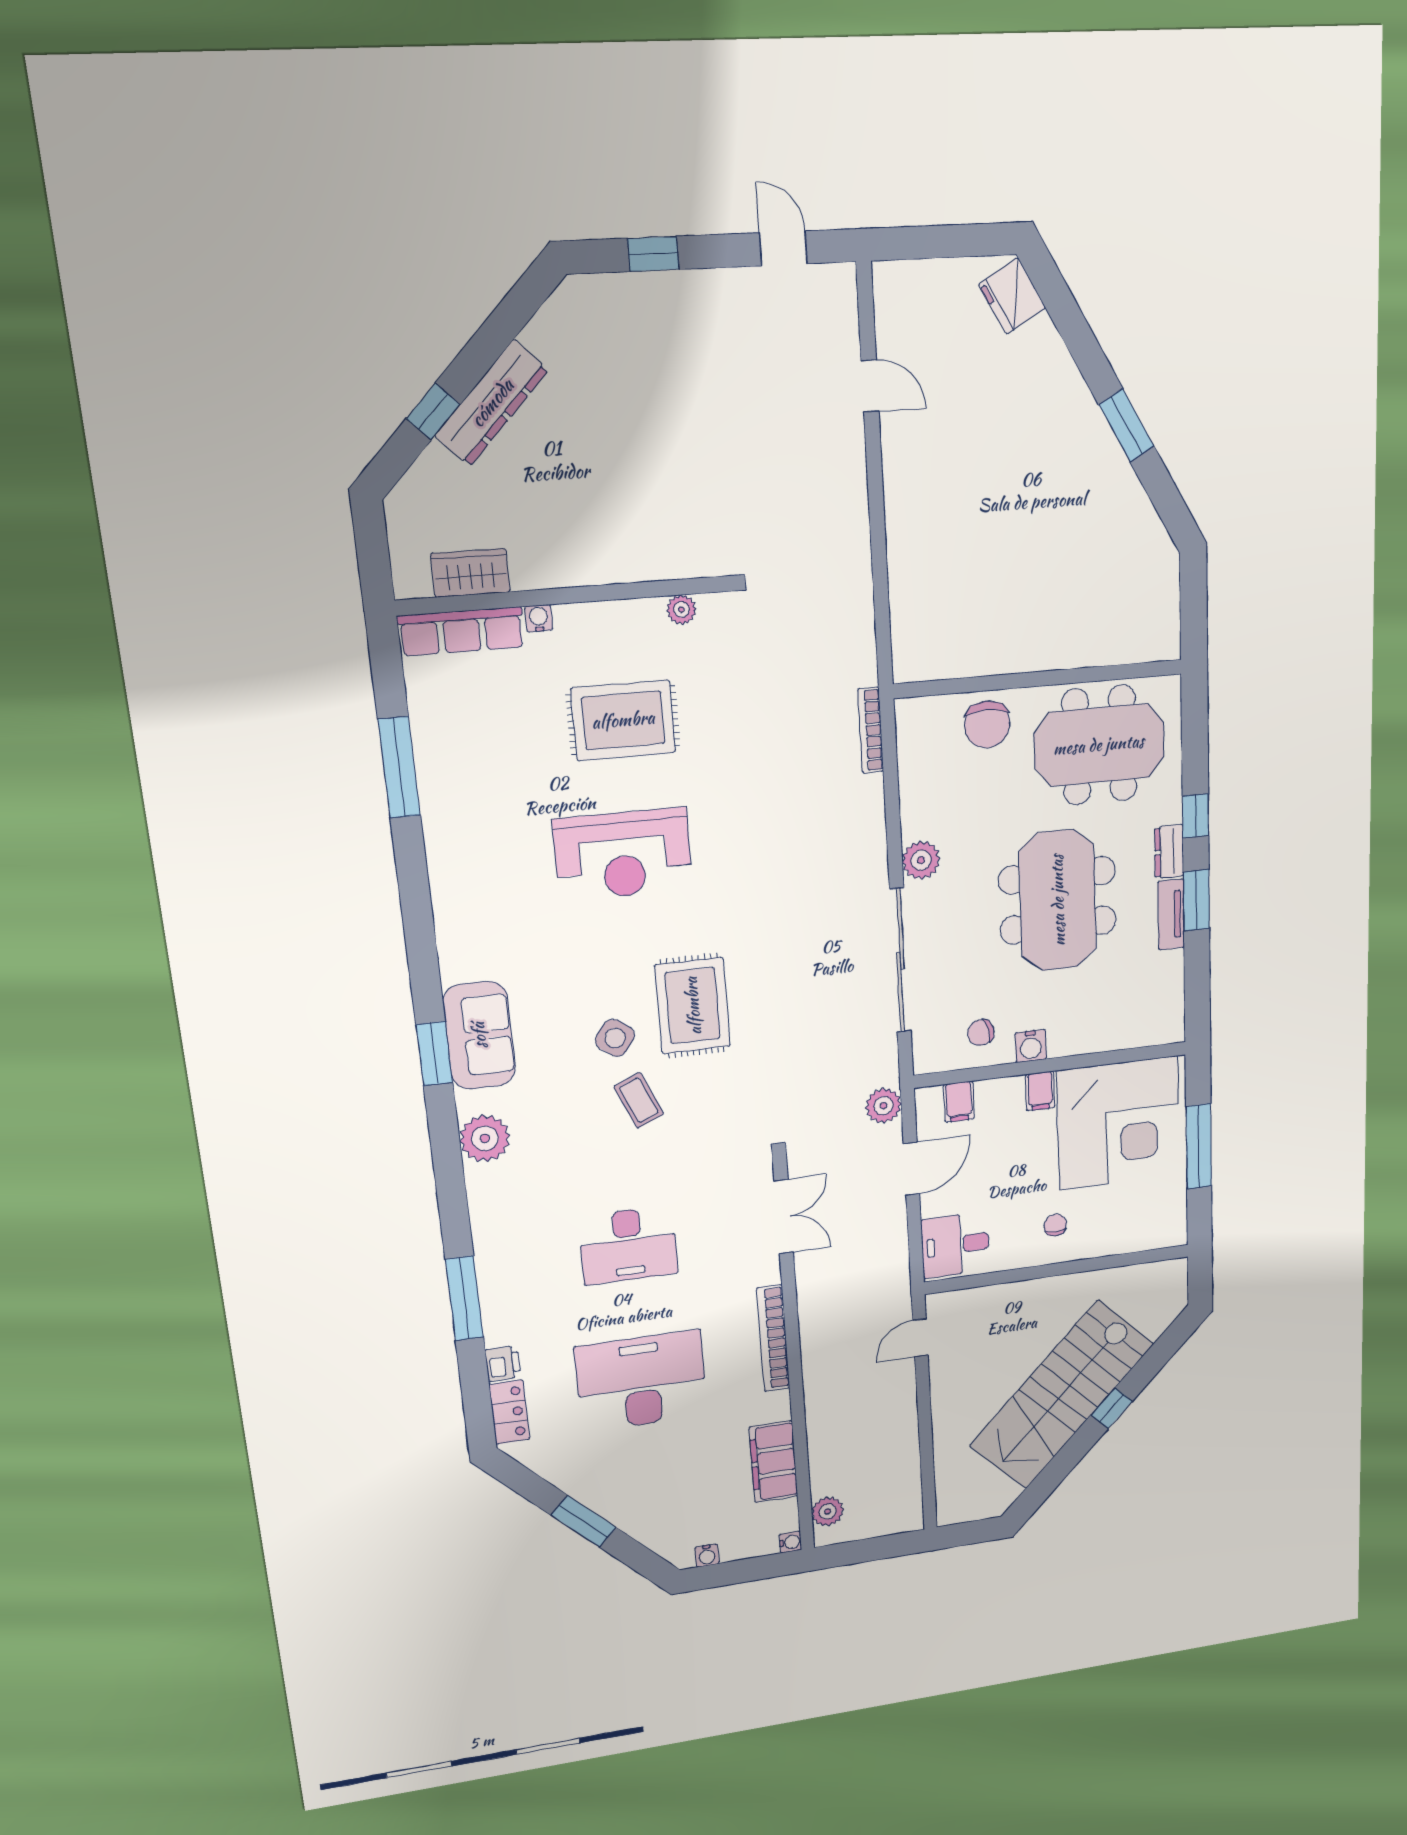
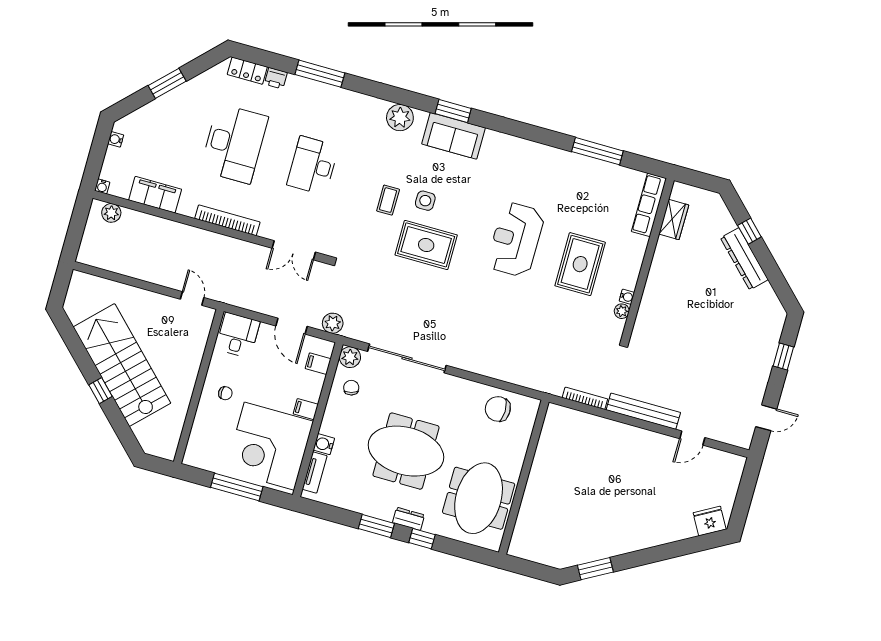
window: (1126, 425) -> (595, 569), moved
bench: (852, 500) -> (643, 411), added
water cooler: (539, 618) -> (627, 297), moved
chair: (987, 724) -> (498, 409), moved
bookcase: (871, 730) -> (585, 398), moved
plant: (921, 860) -> (350, 357), moved
tv unit: (1171, 914) -> (315, 473), moved, turned 90
side table: (615, 1038) -> (425, 201), turned -37
water cooler: (1031, 1046) -> (324, 444), moved
coffee table: (639, 1100) -> (388, 200), turned -67

